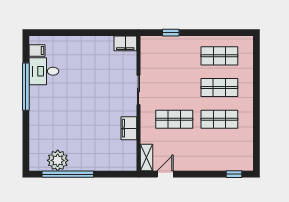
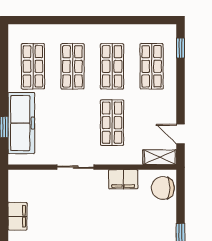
filing cabinet: (125, 43) -> (17, 216), moved
freezer: (174, 47) -> (21, 123), added
shop shelf: (219, 151) -> (152, 66), added
chair: (122, 160) -> (163, 188), added

